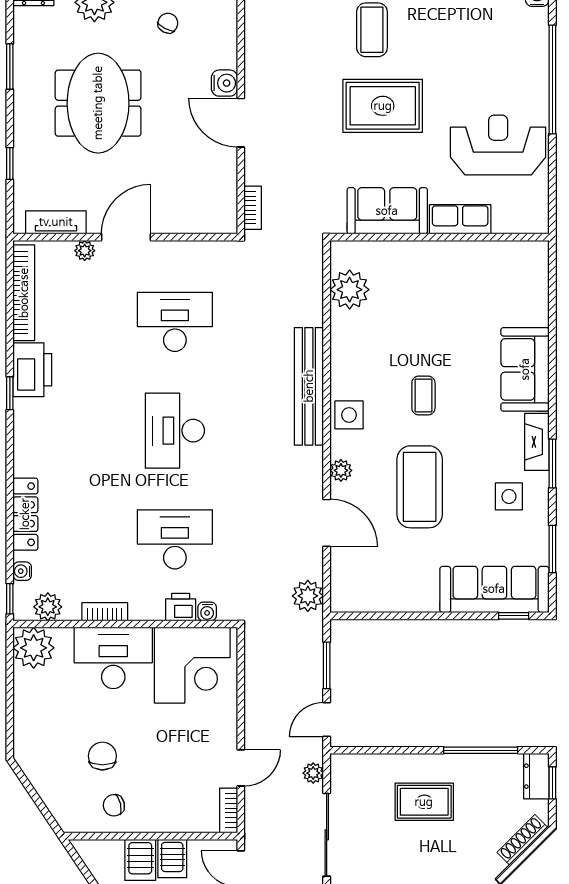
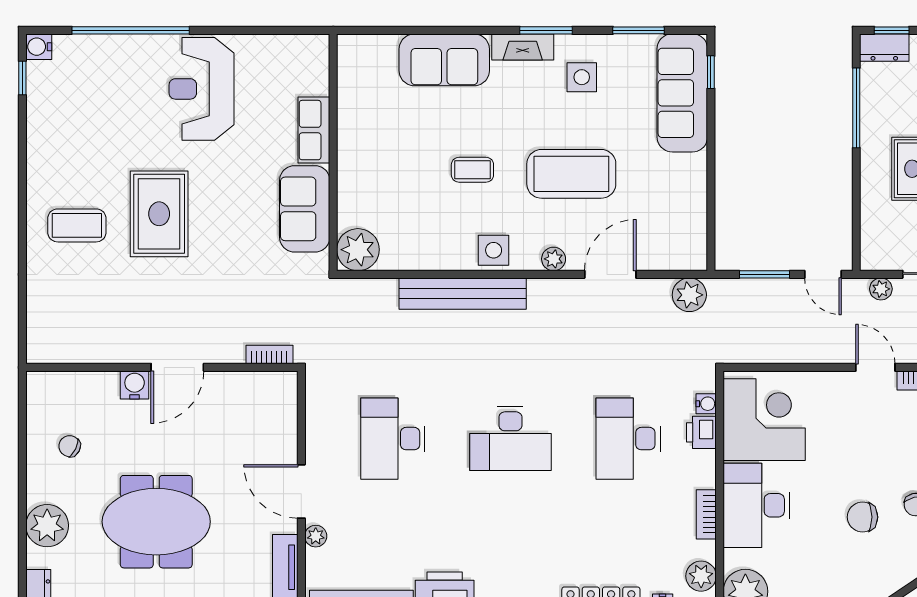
sofa: (387, 211) -> (305, 209), moved
row of seats: (460, 219) -> (314, 130), moved
wall: (440, 237) -> (333, 152), moved

